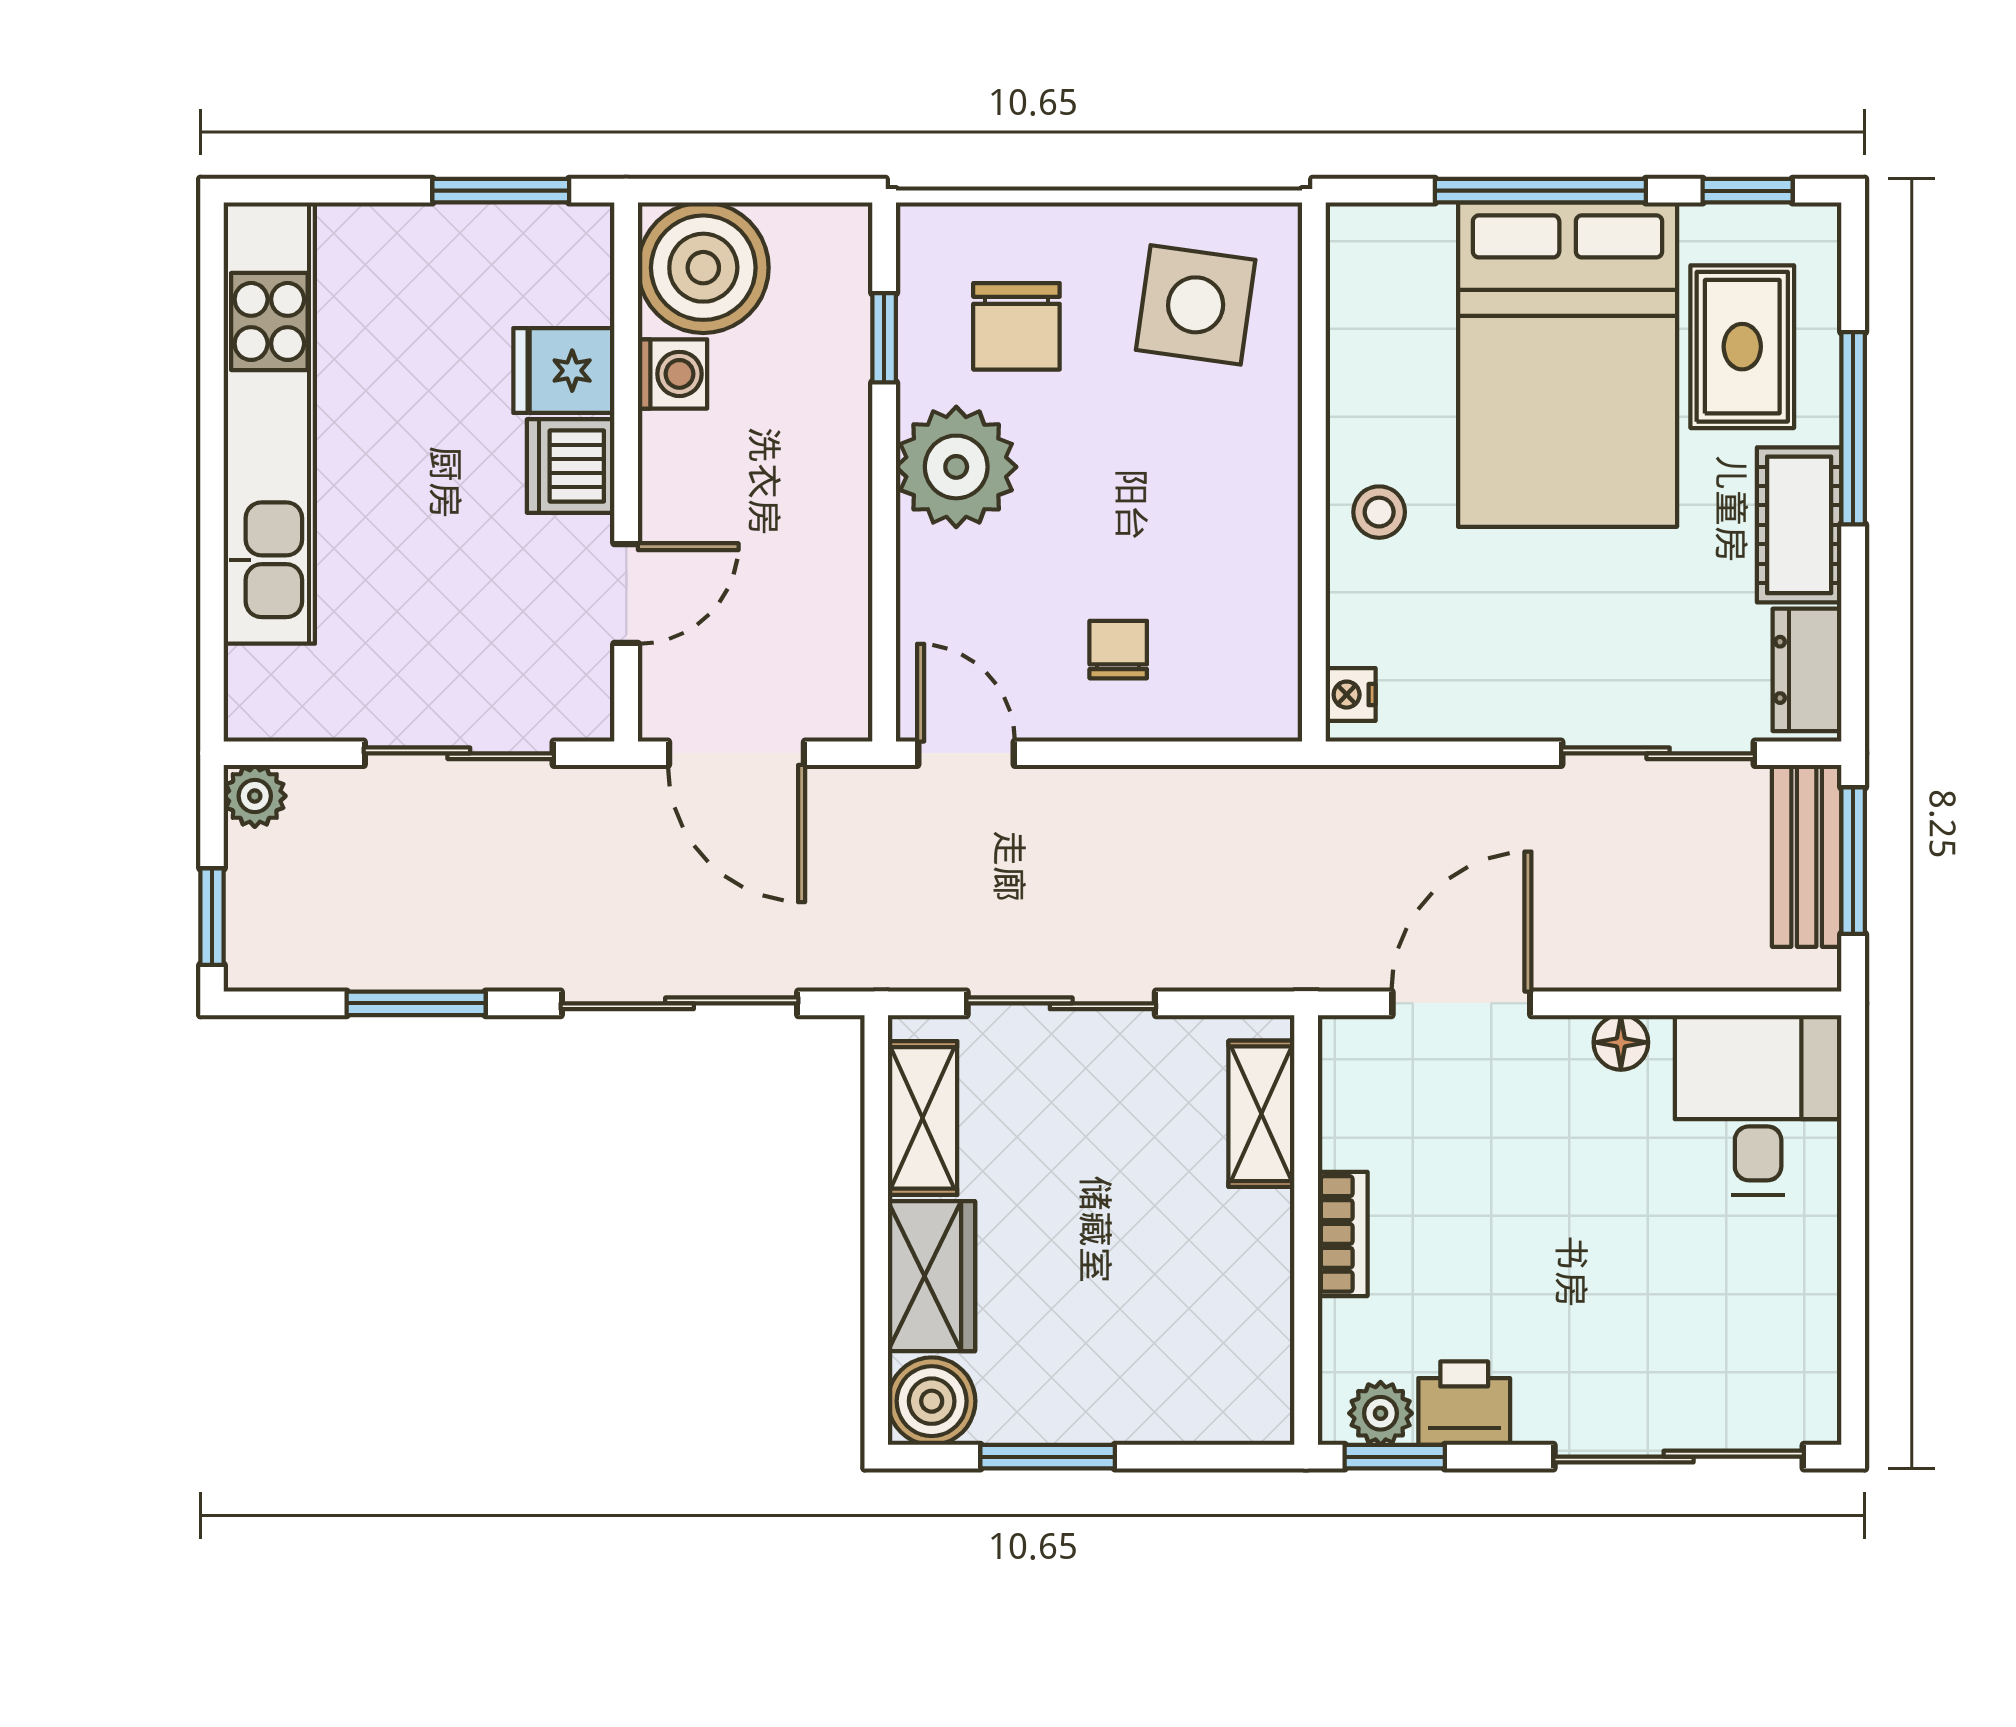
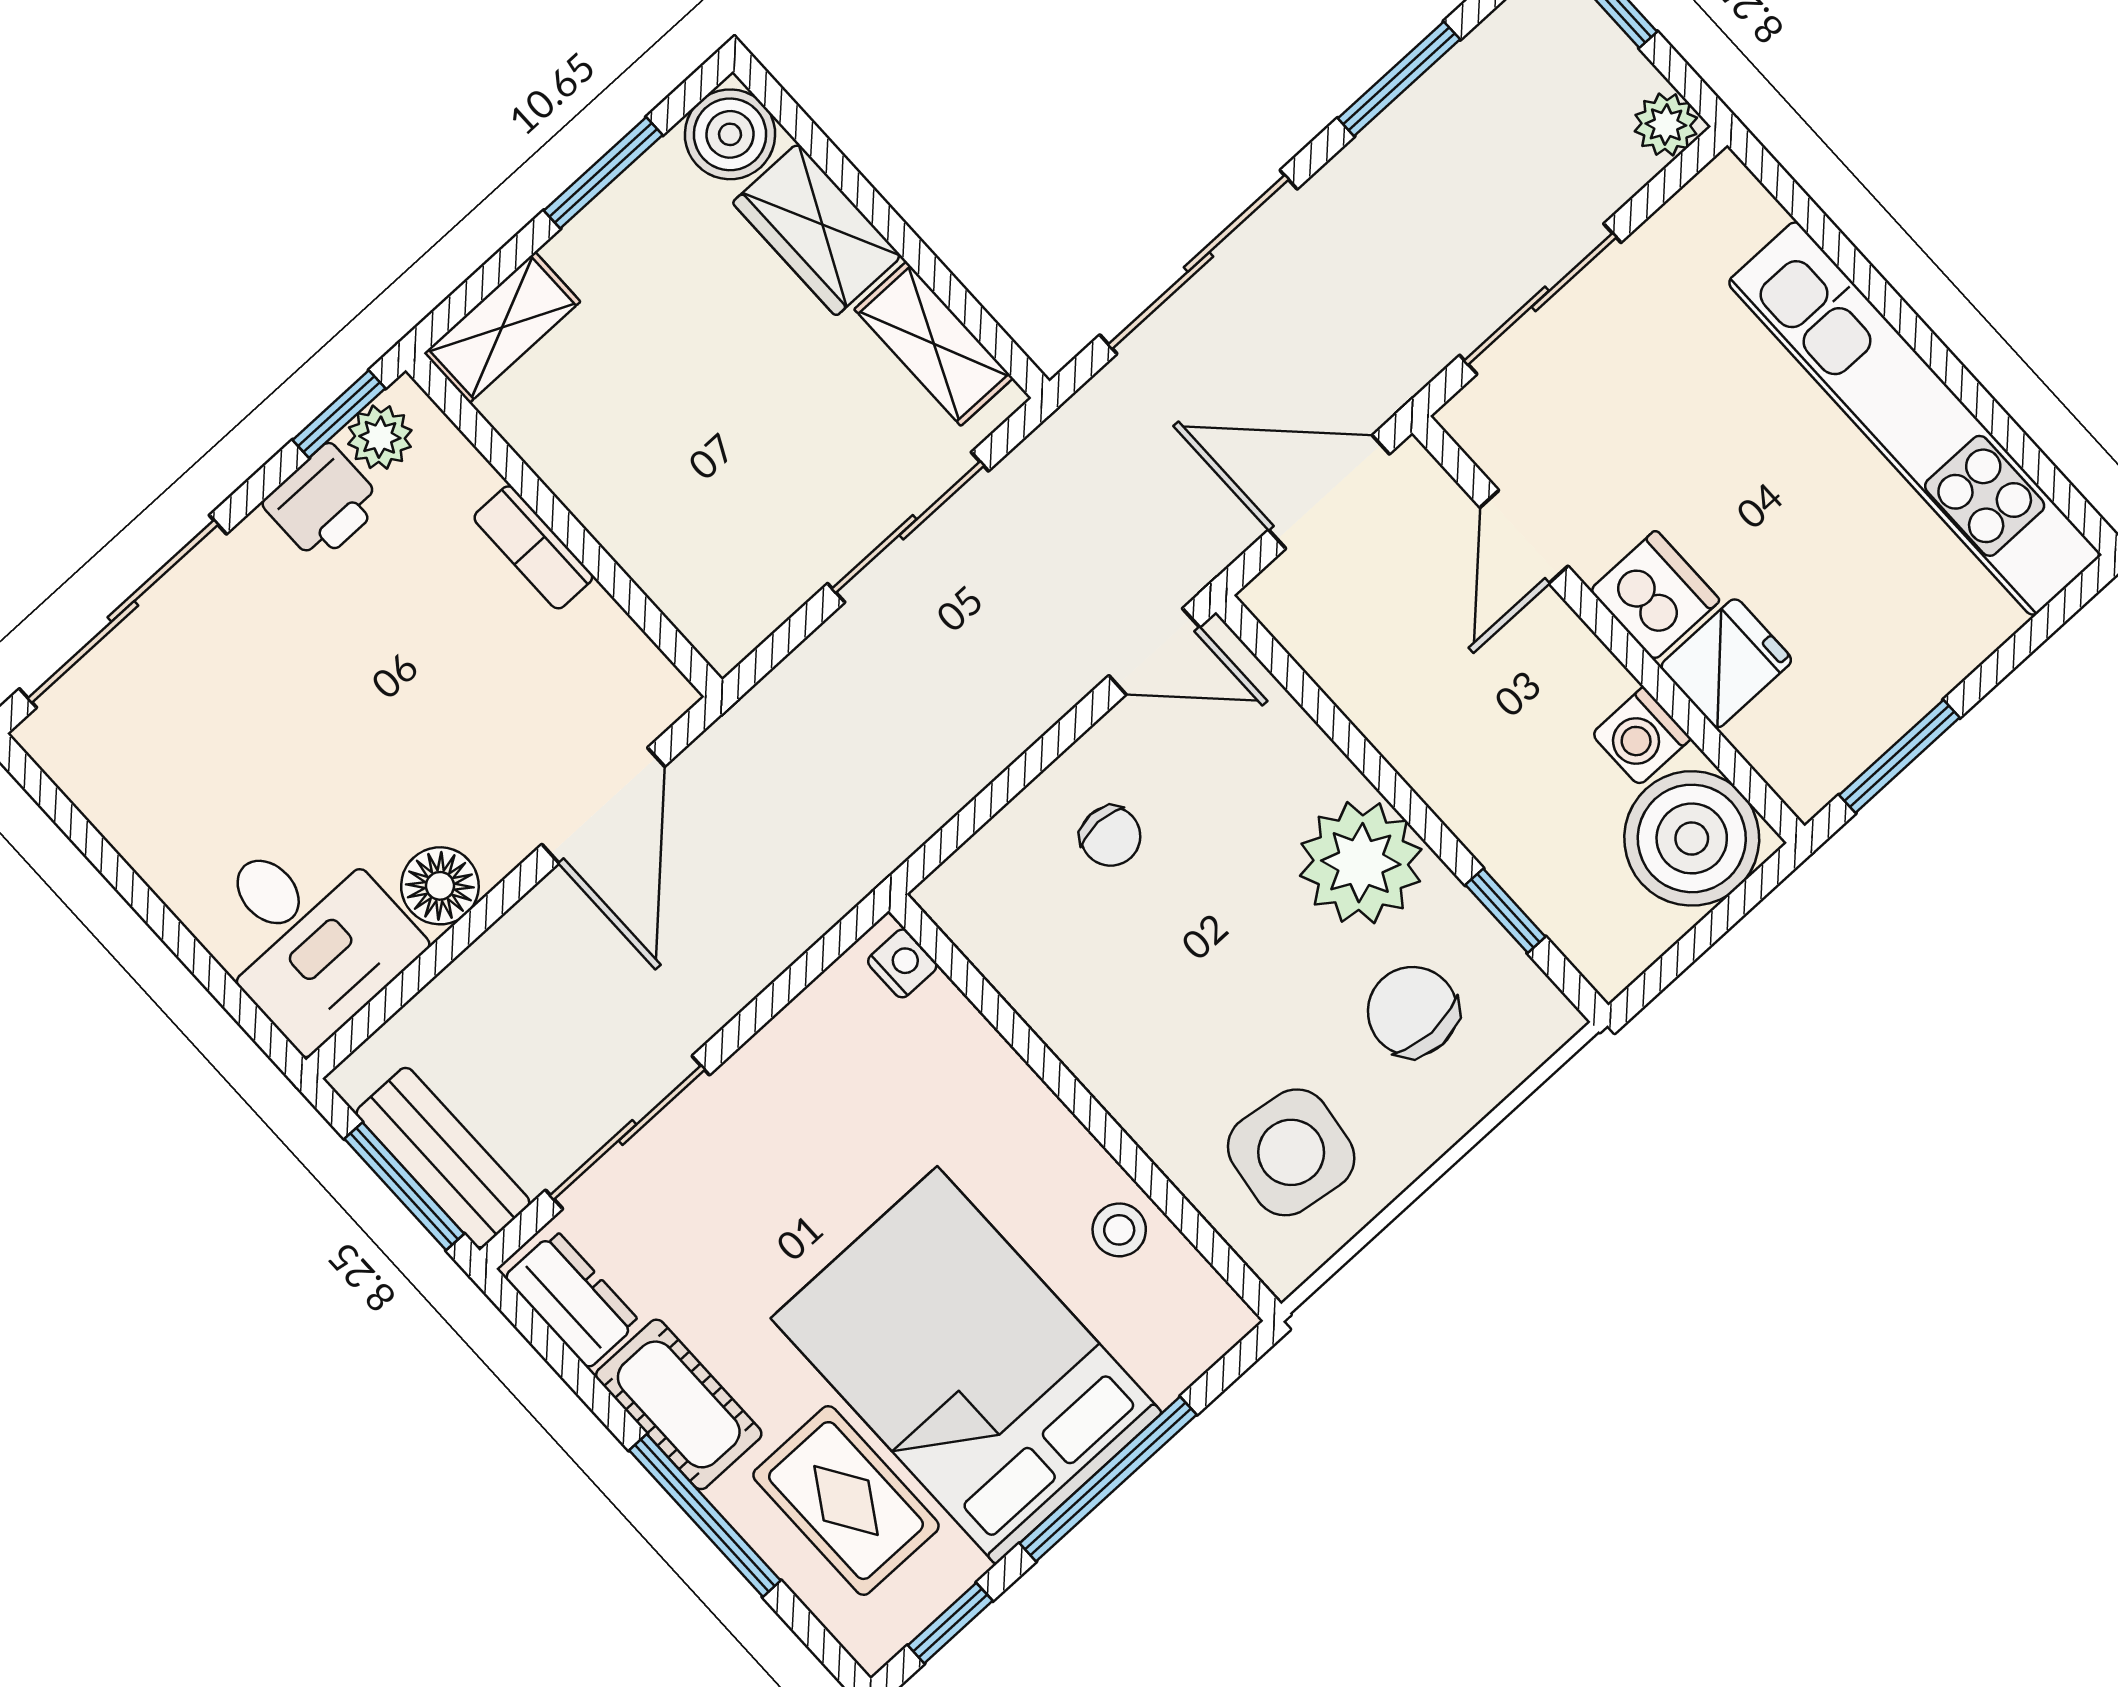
stool: (1379, 512) -> (1119, 1230), moved
floor lamp: (1621, 1042) -> (440, 886), width x1.37, depth x1.37
shelving: (1261, 1114) -> (502, 327), moved, turned 90

